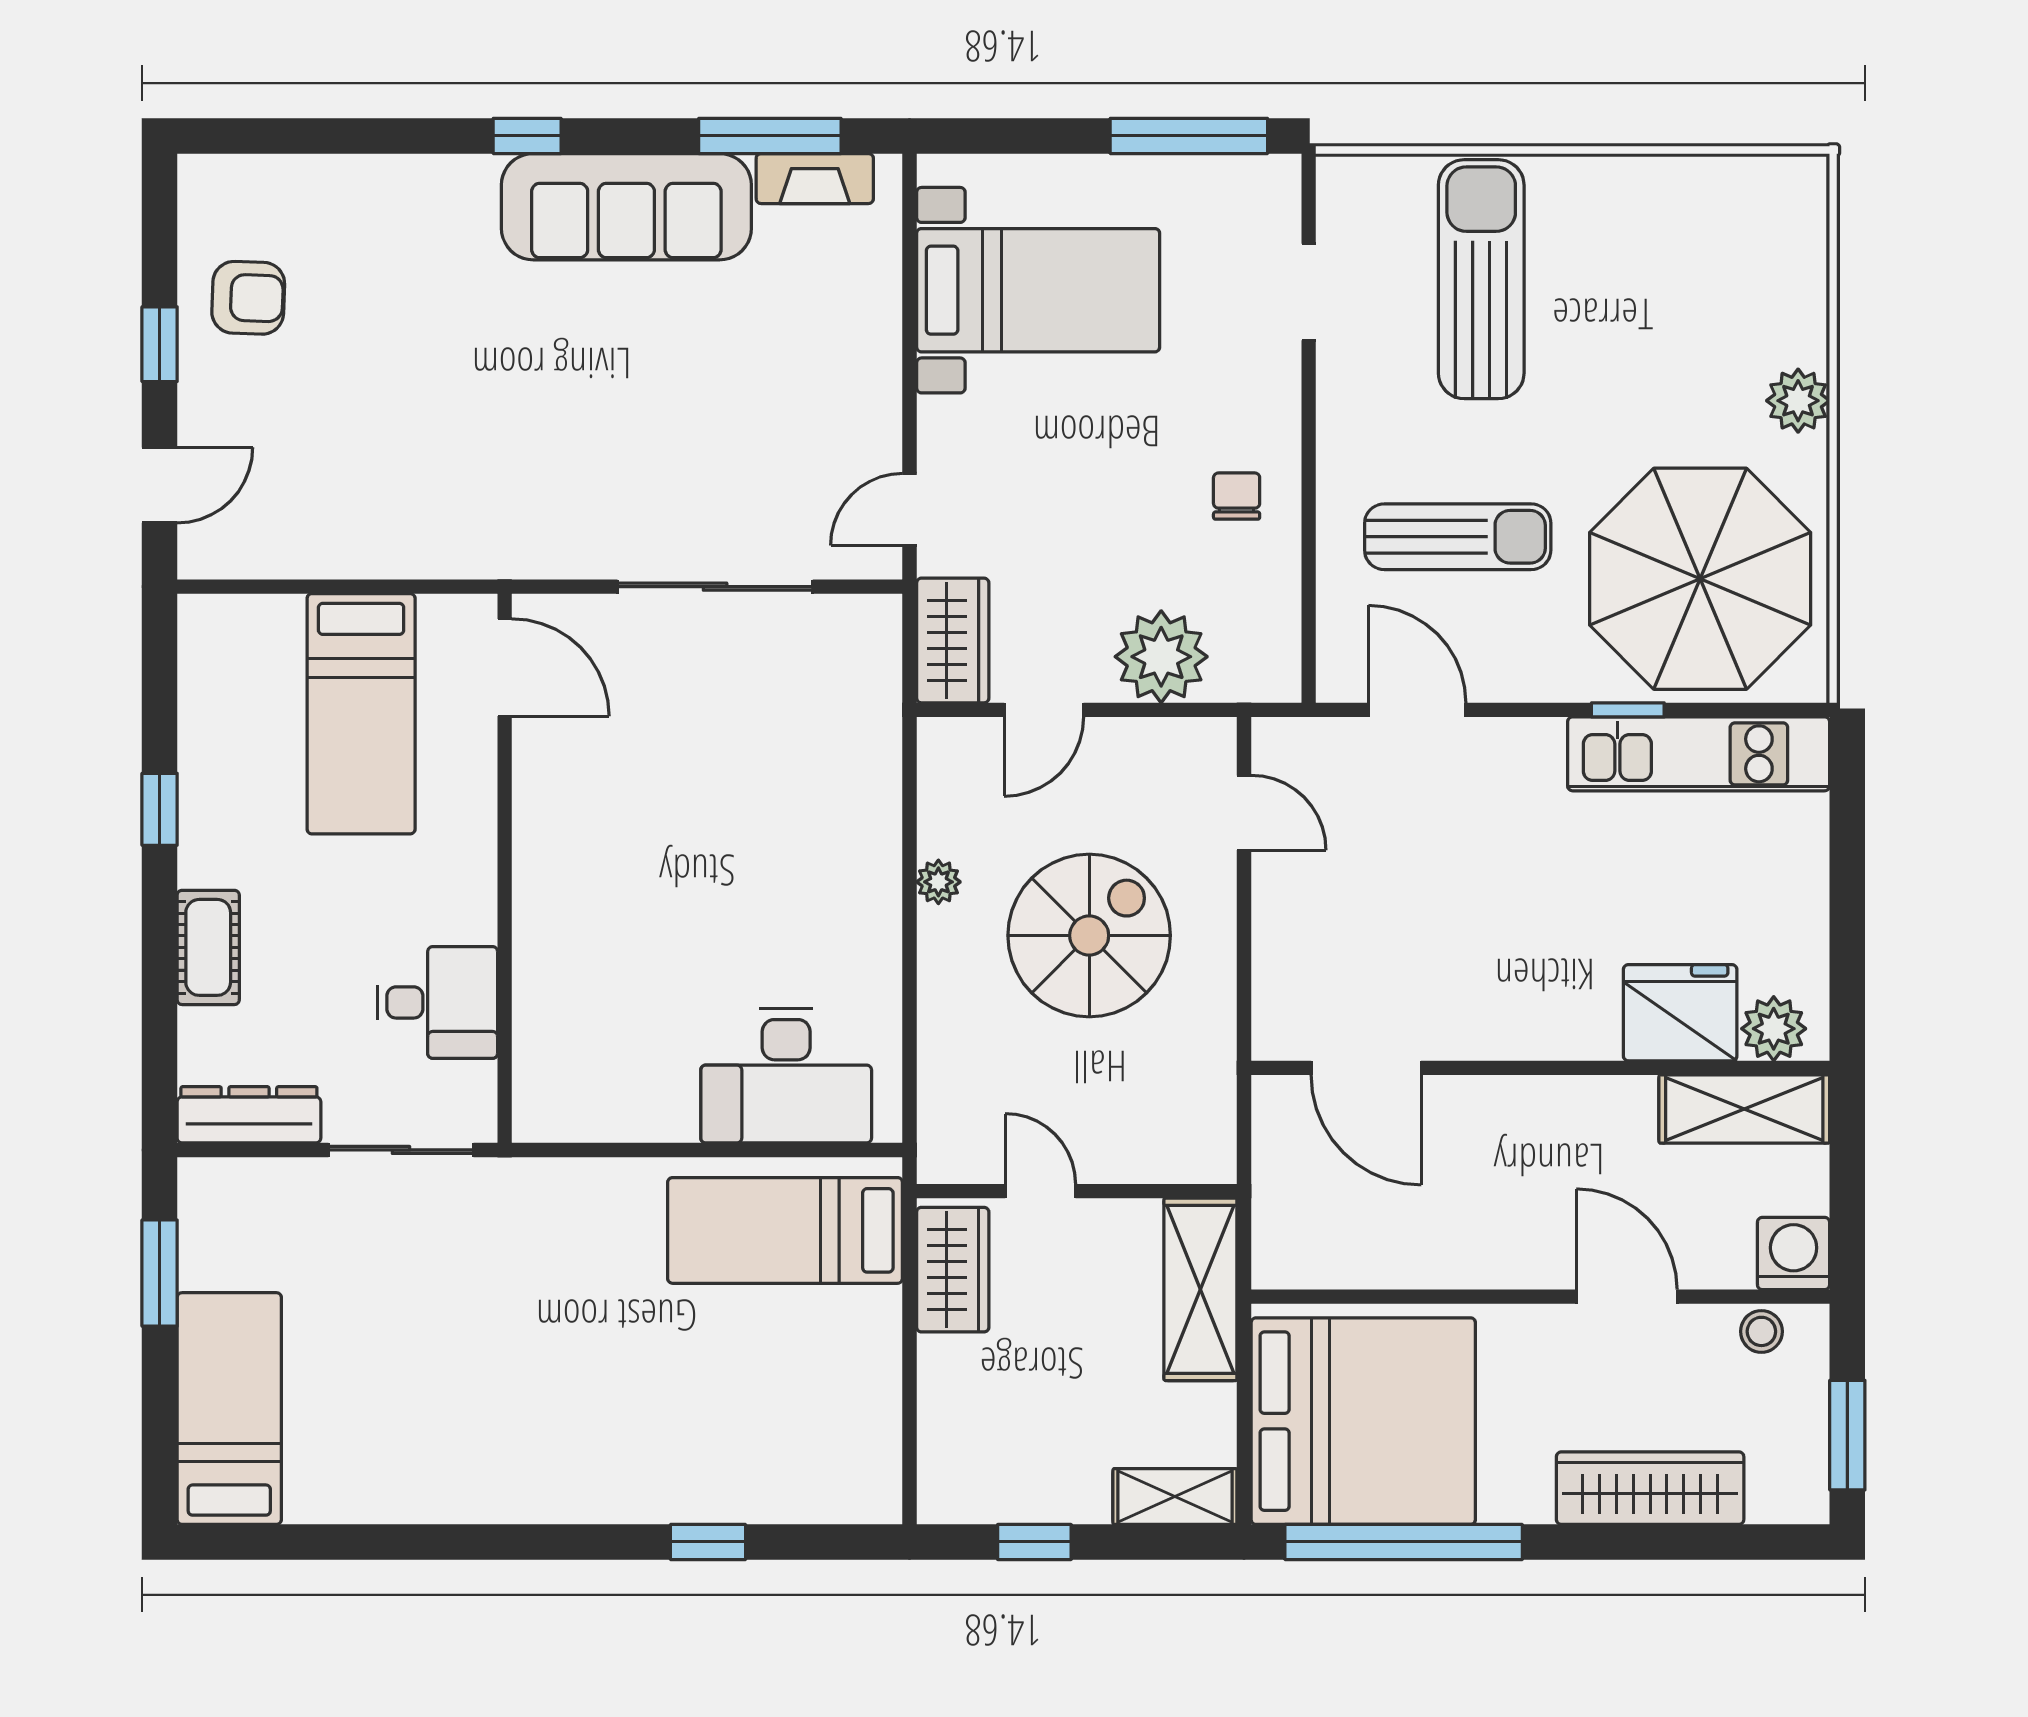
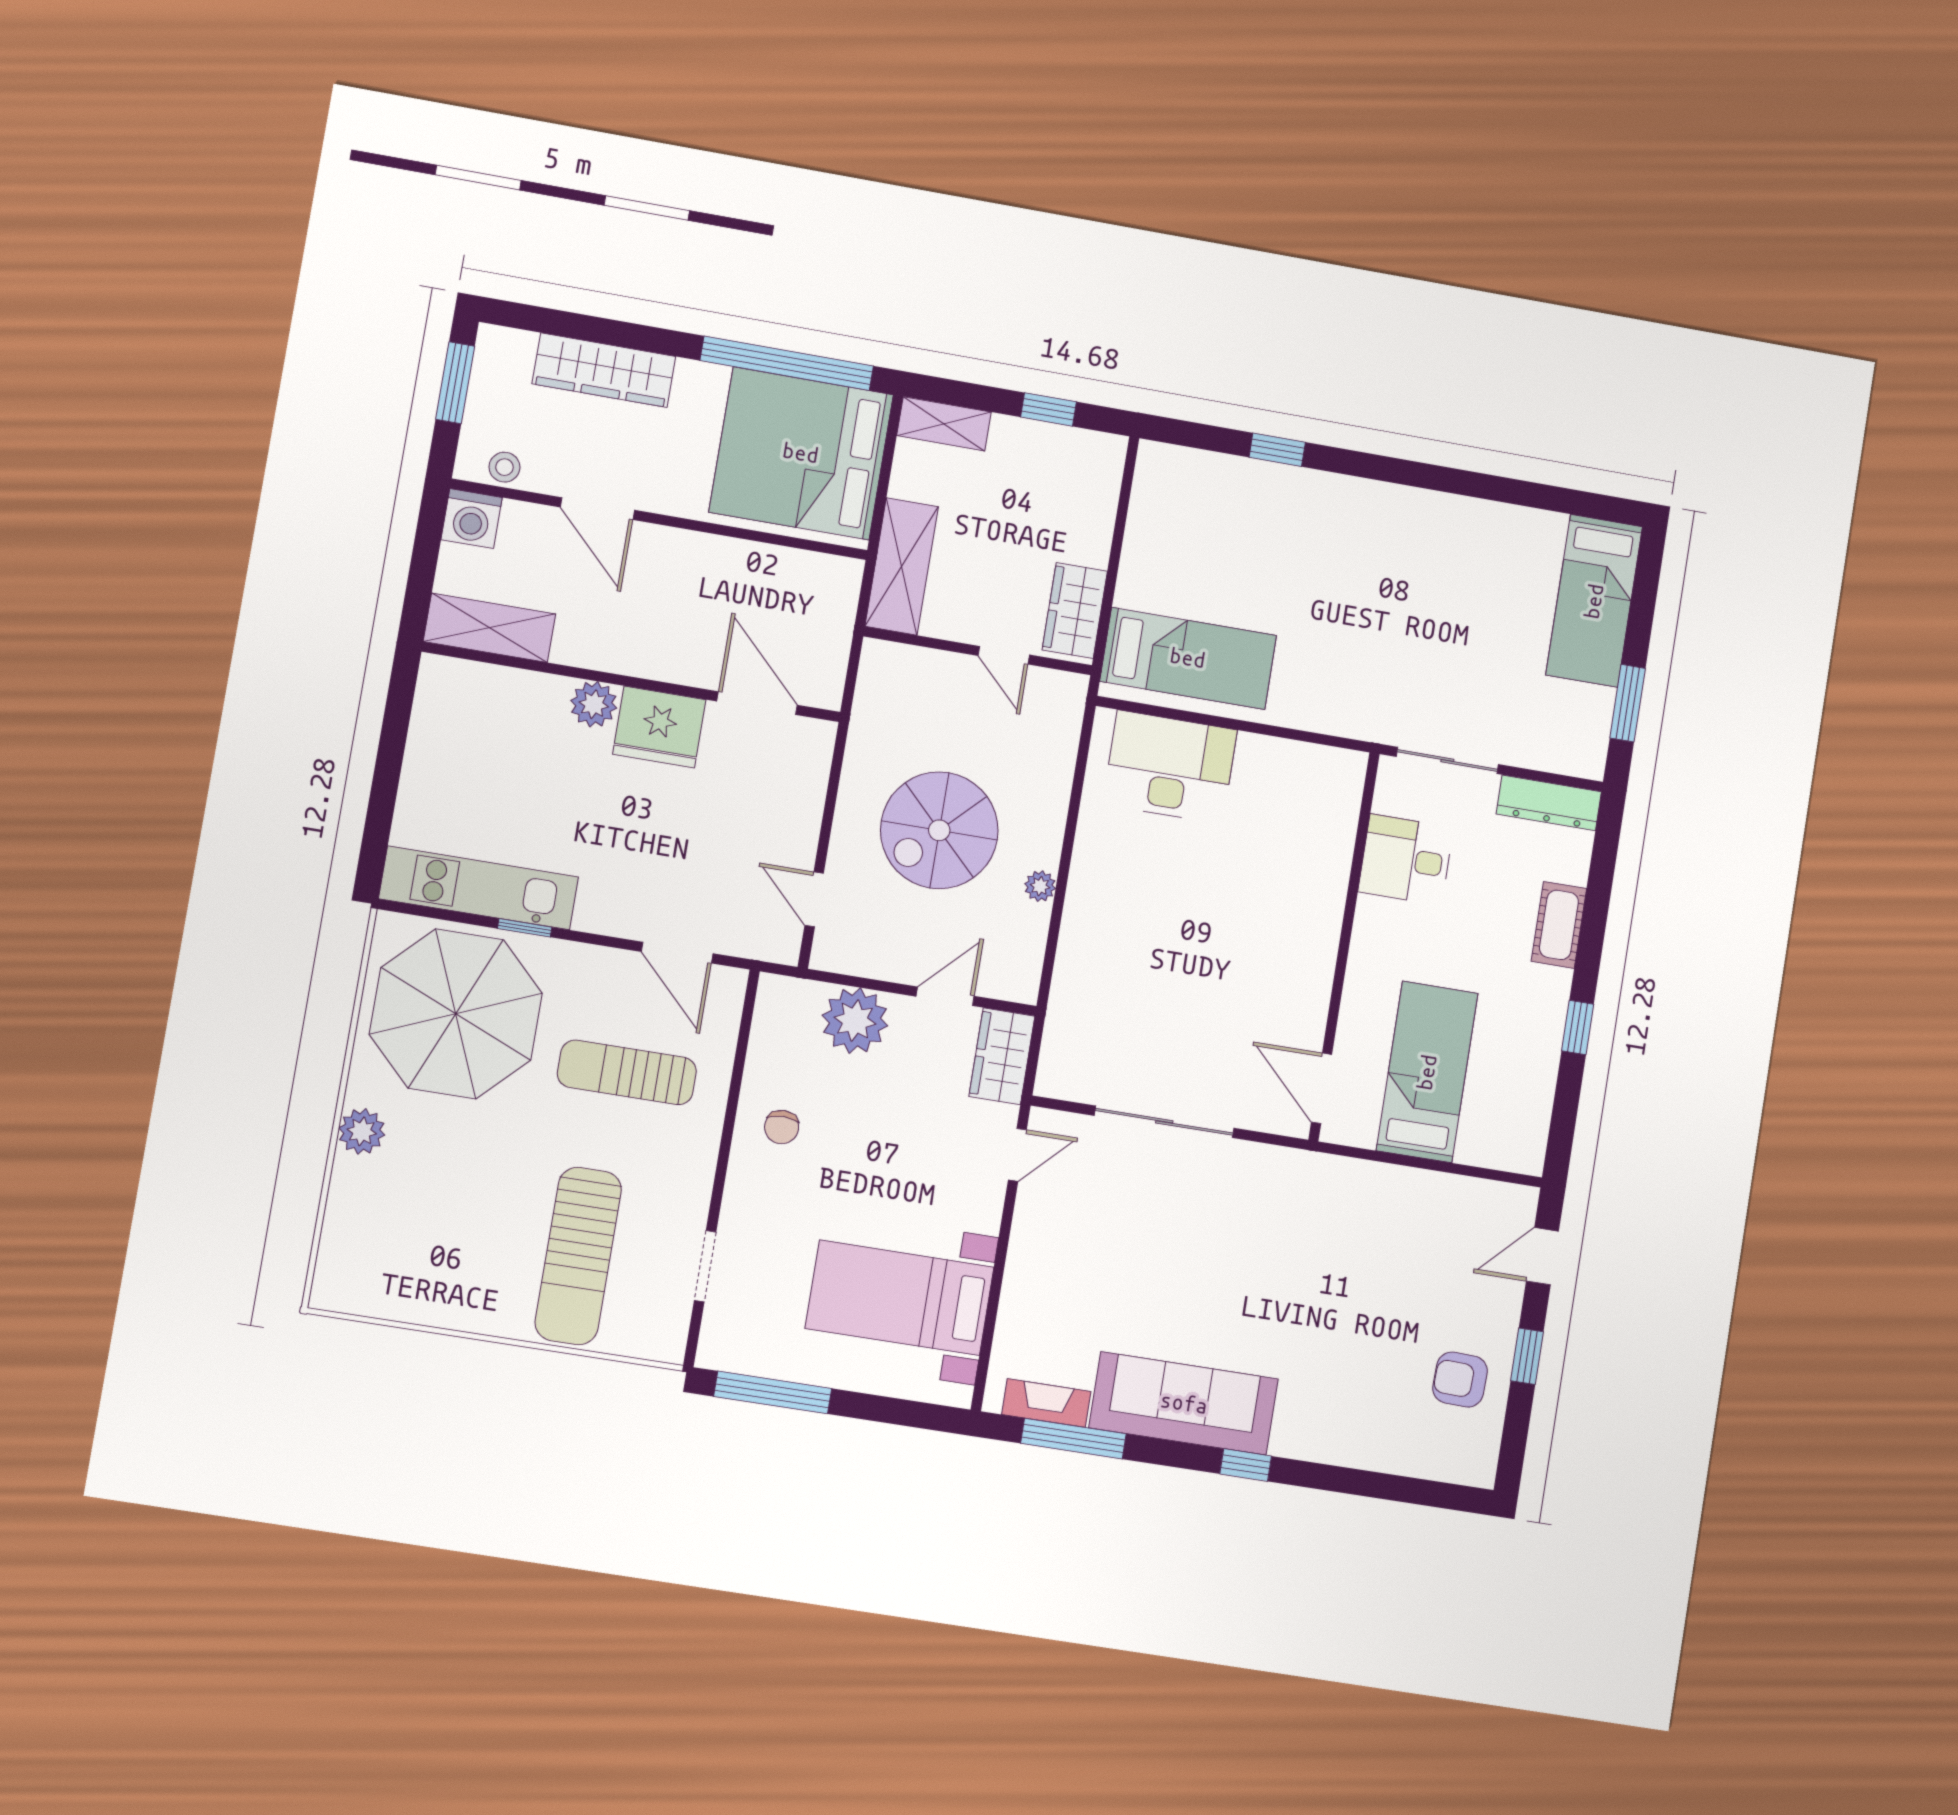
fridge: (1680, 1013) -> (659, 727), moved
plant: (1774, 1029) -> (594, 704), moved

